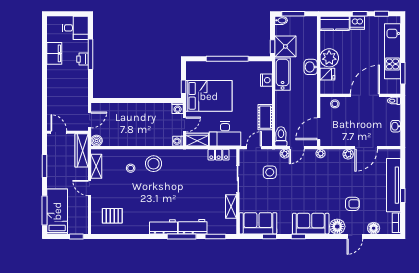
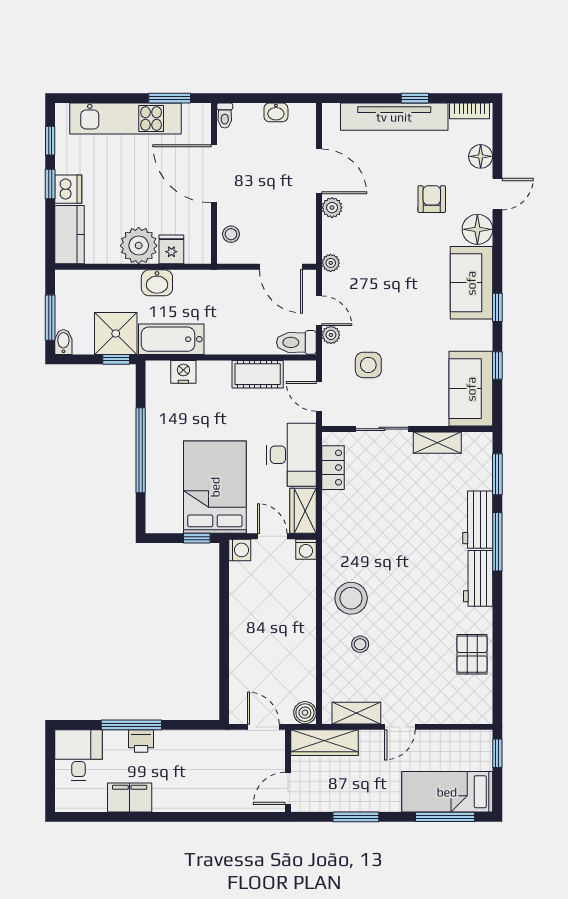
pallet: (112, 216) -> (472, 654), moved
door: (355, 236) -> (497, 194), hinge flipped

